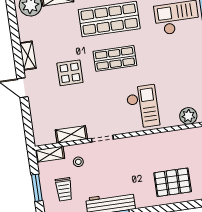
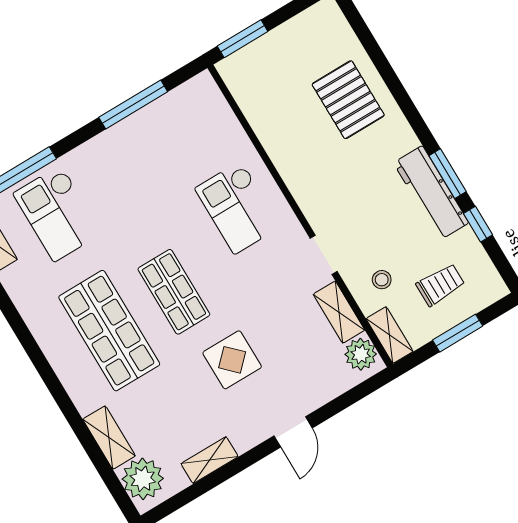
shelving: (28, 56) -> (210, 460), moved
checkout: (143, 107) -> (238, 208), turned -90
plant: (188, 116) -> (361, 354), moved

